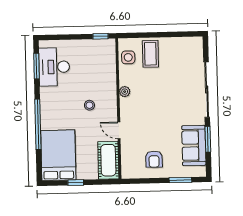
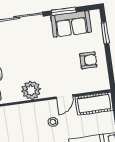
plant: (125, 92) -> (31, 90), width x1.88, depth x1.88
stool: (89, 105) -> (53, 122), moved

